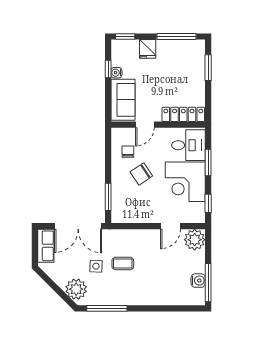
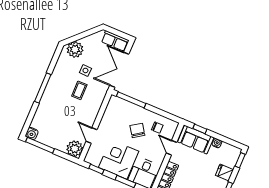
window: (108, 69) -> (200, 129), moved
window: (108, 197) -> (131, 100), width x1.44
water cooler: (198, 281) -> (32, 134), moved
window: (107, 308) -> (43, 88), moved

